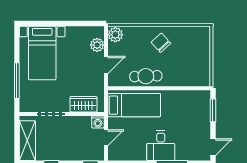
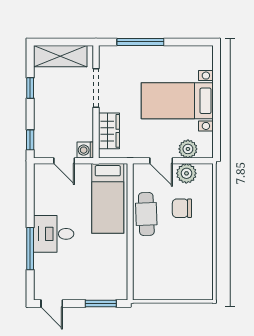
plant: (115, 35) -> (186, 173), moved
chair: (161, 43) -> (182, 208), moved, turned -138
bed with nightstands: (42, 53) -> (177, 101), moved

